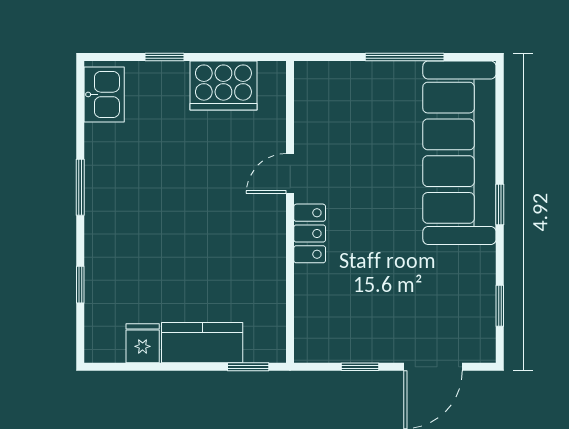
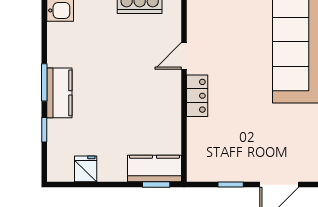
window: (80, 187) -> (44, 82), moved
kitchen counter: (103, 229) -> (59, 93), added
kitchen counter: (202, 343) -> (154, 169), moved

